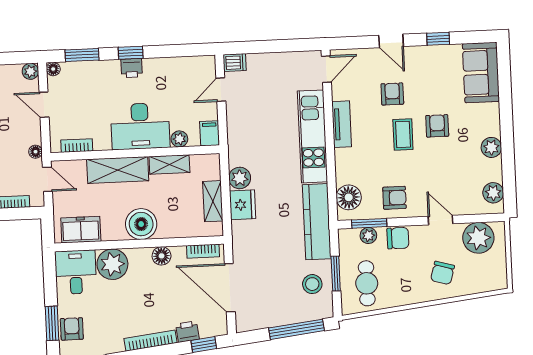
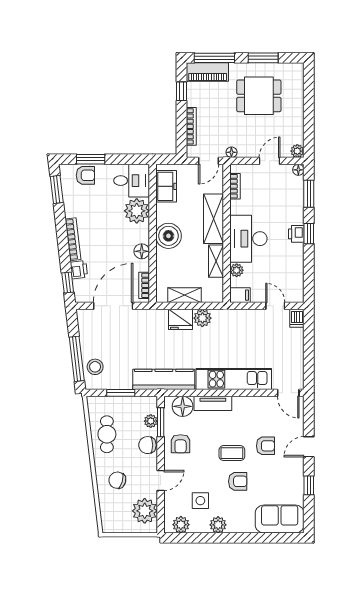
tv unit: (342, 124) -> (213, 403), moved
side table: (463, 170) -> (200, 501), added
chair: (398, 238) -> (147, 445), turned 90
cafe table: (367, 283) -> (107, 434), moved, turned 90
stool: (312, 284) -> (95, 367), moved

